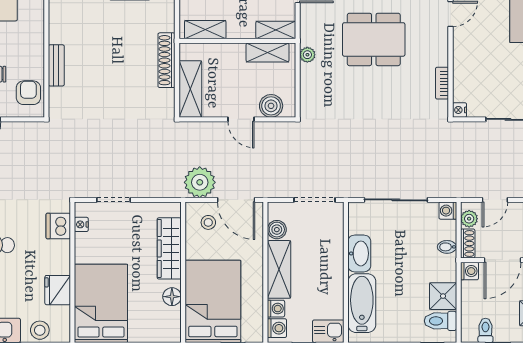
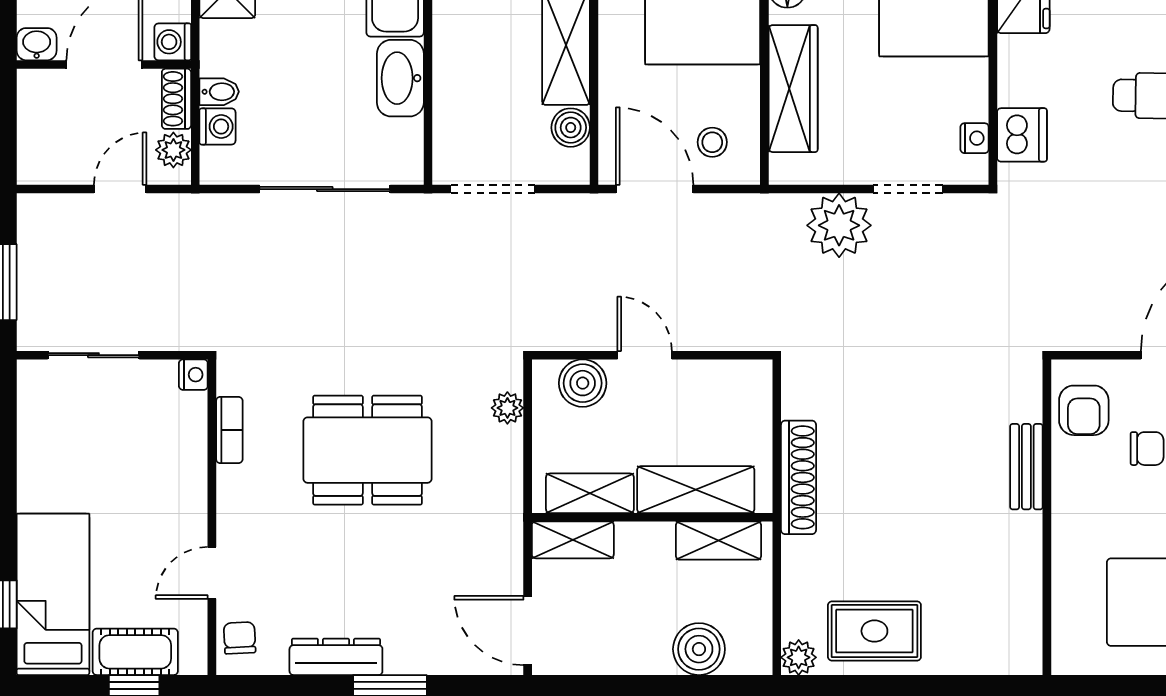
dining table: (374, 39) -> (367, 450), moved
plant: (307, 55) -> (507, 408), moved
shelving: (190, 89) -> (696, 490), moved, turned 90
plant: (200, 182) -> (839, 225), moved
washing machine: (448, 211) -> (217, 126), moved

